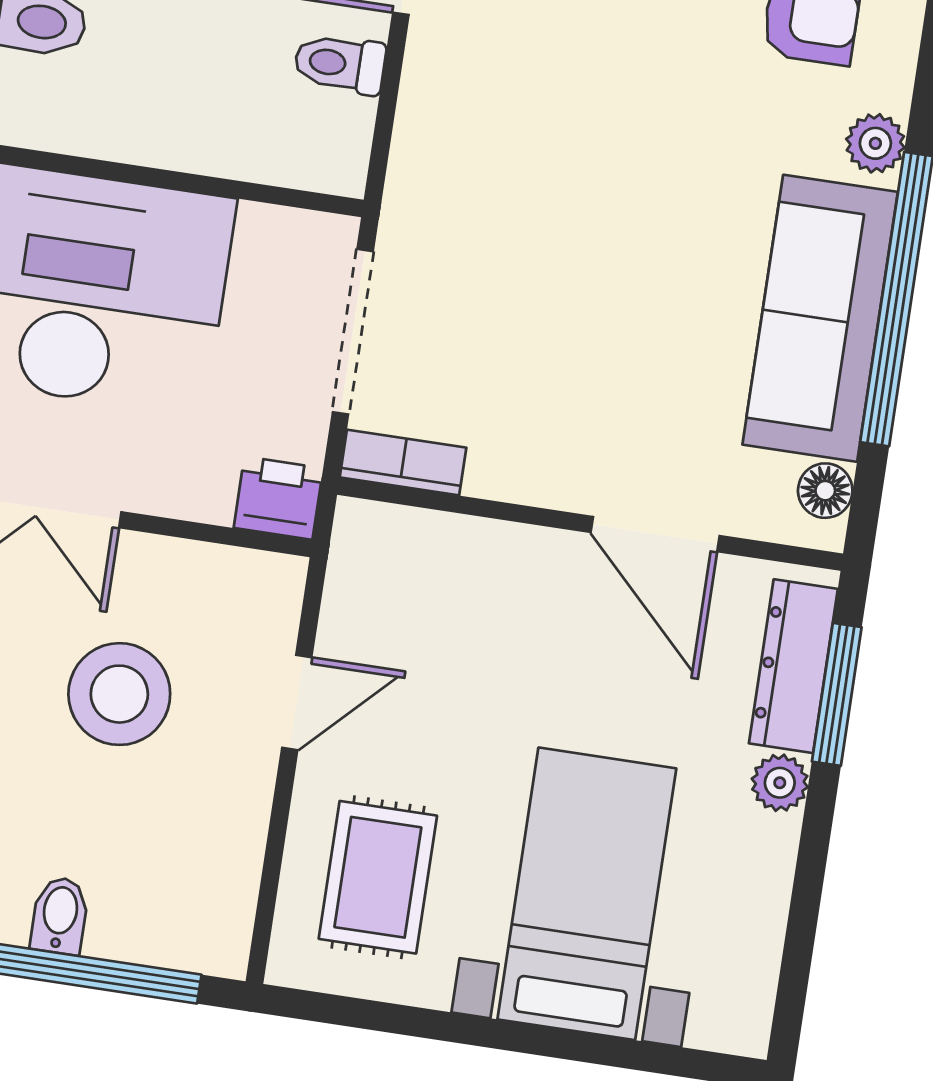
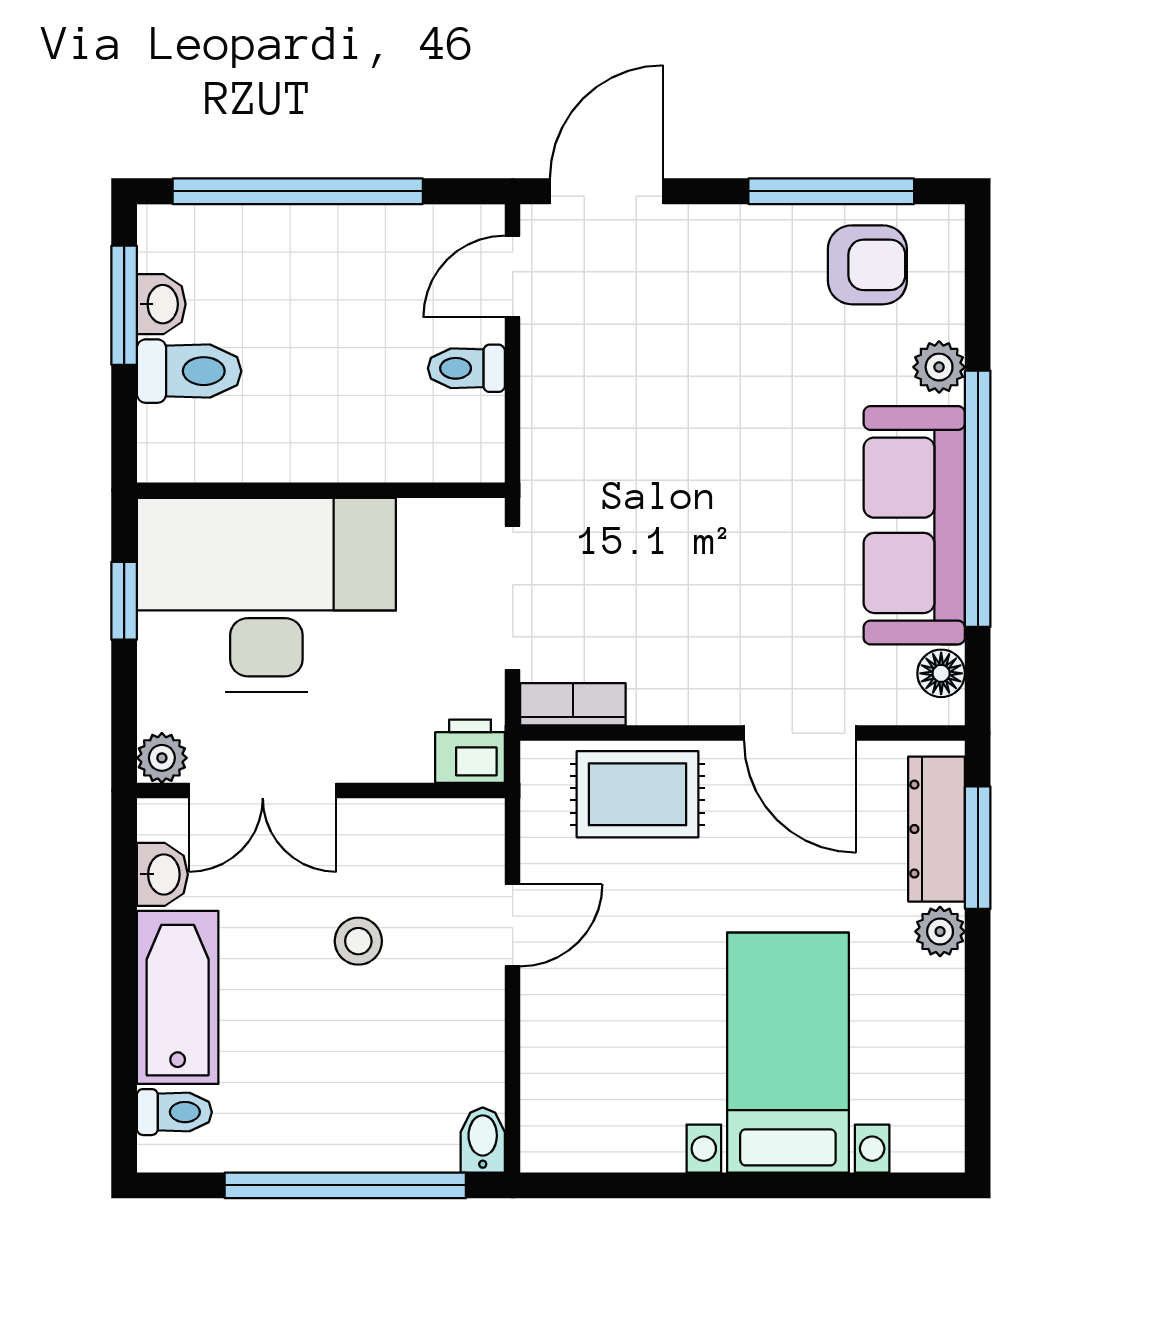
stool: (119, 694) -> (358, 941), width x0.53, depth x0.53
rug: (378, 877) -> (638, 794), moved, turned 90
bidet: (60, 915) -> (483, 1140), moved

